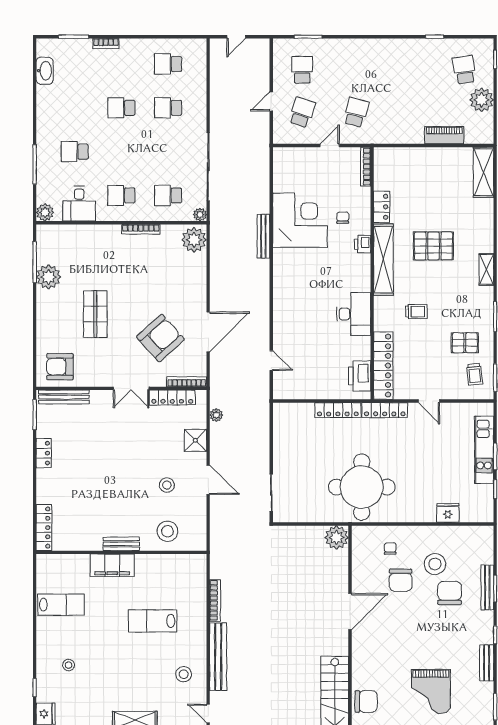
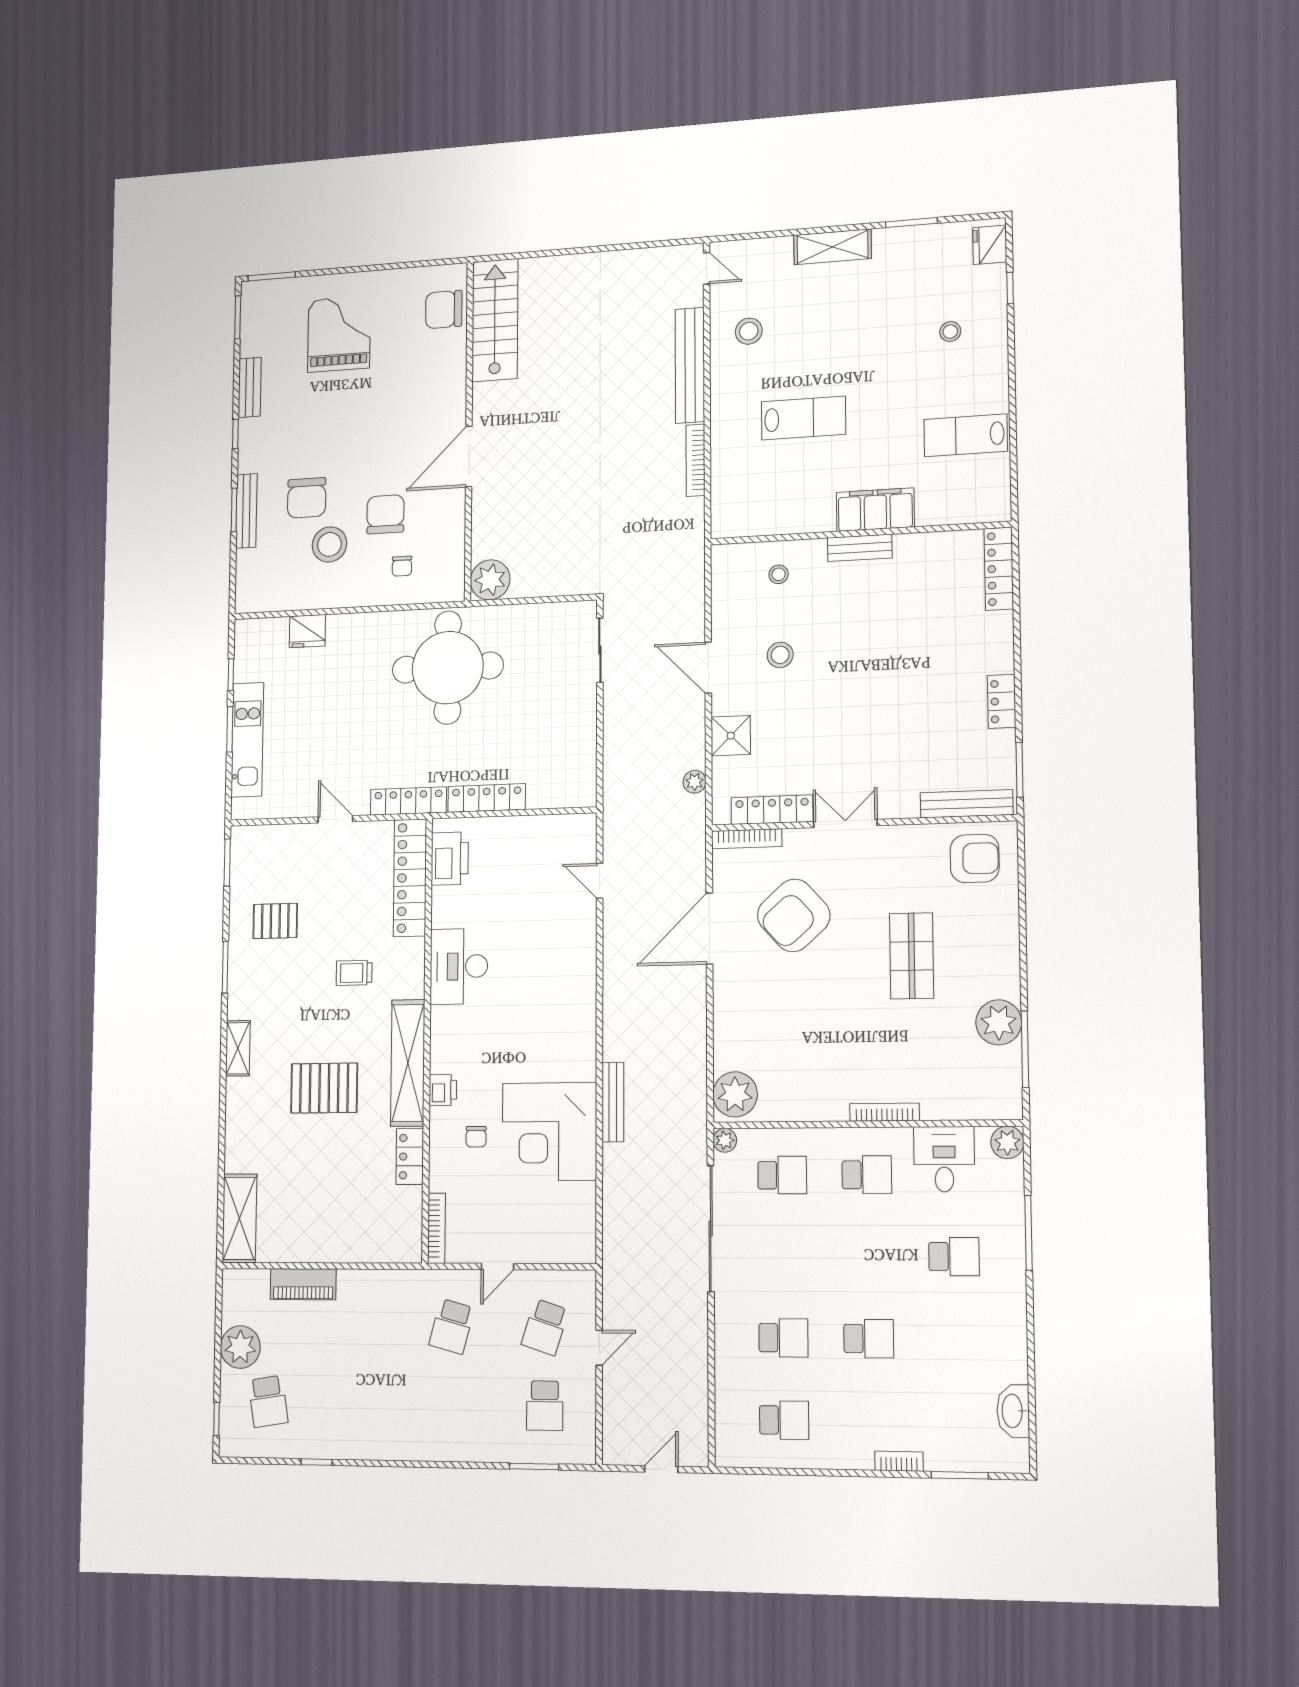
bookcase: (141, 229) -> (885, 1112), moved
trolley: (475, 374) -> (260, 868), removed
stool: (167, 531) -> (779, 574), width x0.53, depth x0.53

